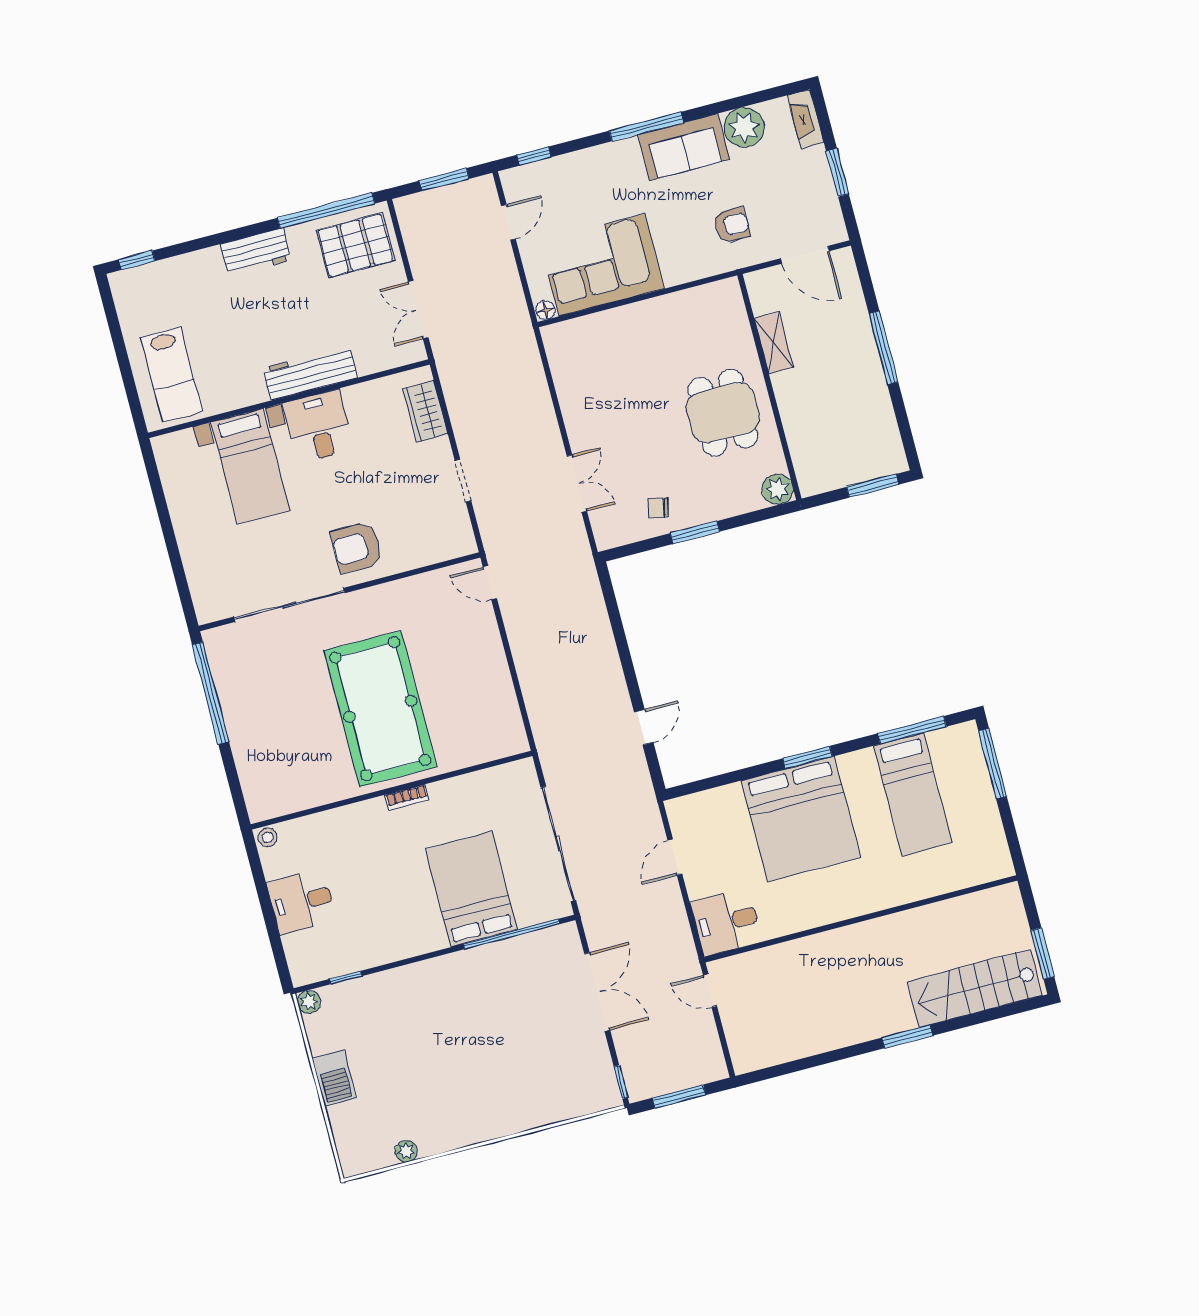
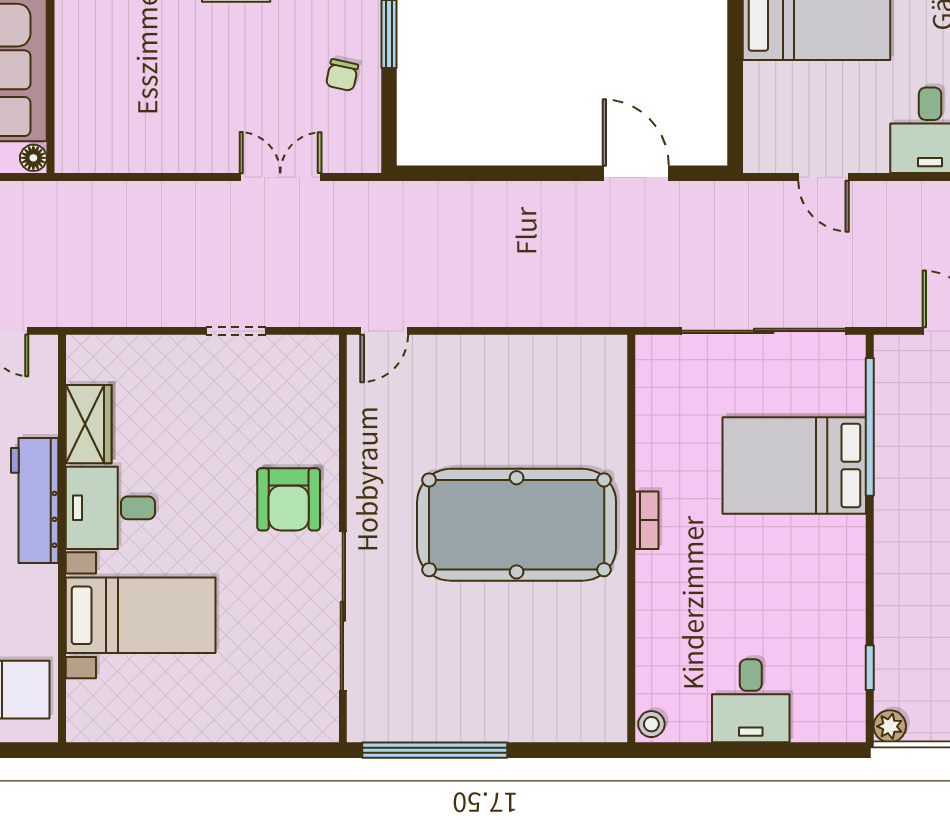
wardrobe: (425, 411) -> (89, 424), moved, turned -90
door: (644, 727) -> (636, 173), width x1.38

